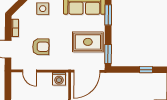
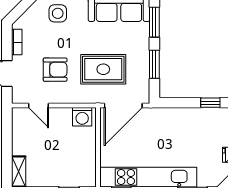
rug: (88, 42) -> (103, 69), moved
window: (108, 54) -> (154, 64), moved

